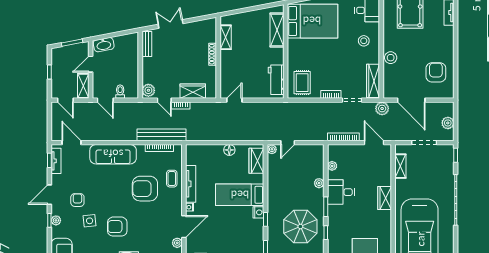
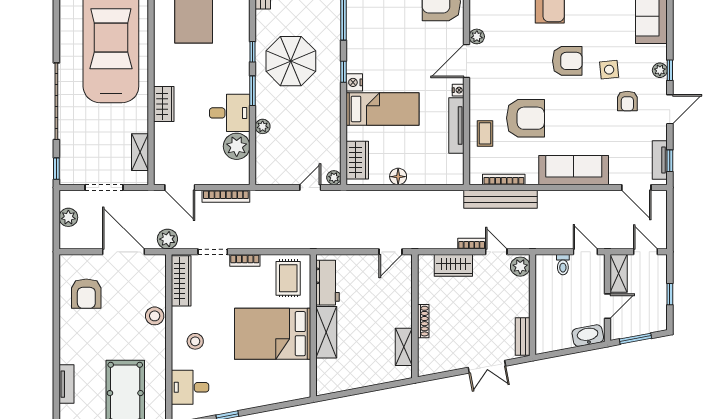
bed: (312, 21) -> (273, 334), moved
shelving: (277, 30) -> (326, 332), moved
plant: (332, 166) -> (237, 146), width x1.88, depth x1.88

